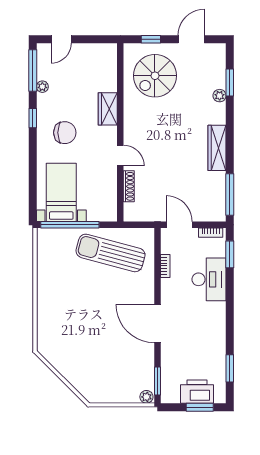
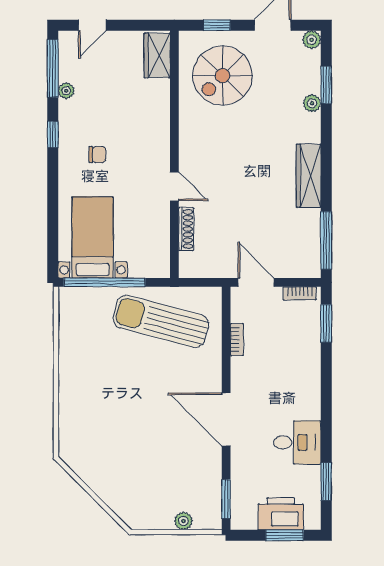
plant: (219, 50) -> (312, 40), added
wardrobe: (108, 109) -> (157, 55), moved
chair: (65, 133) -> (97, 155), width x0.54, depth x0.54
desk: (209, 279) -> (297, 442), moved, width x0.73
plant: (146, 397) -> (183, 521), moved

